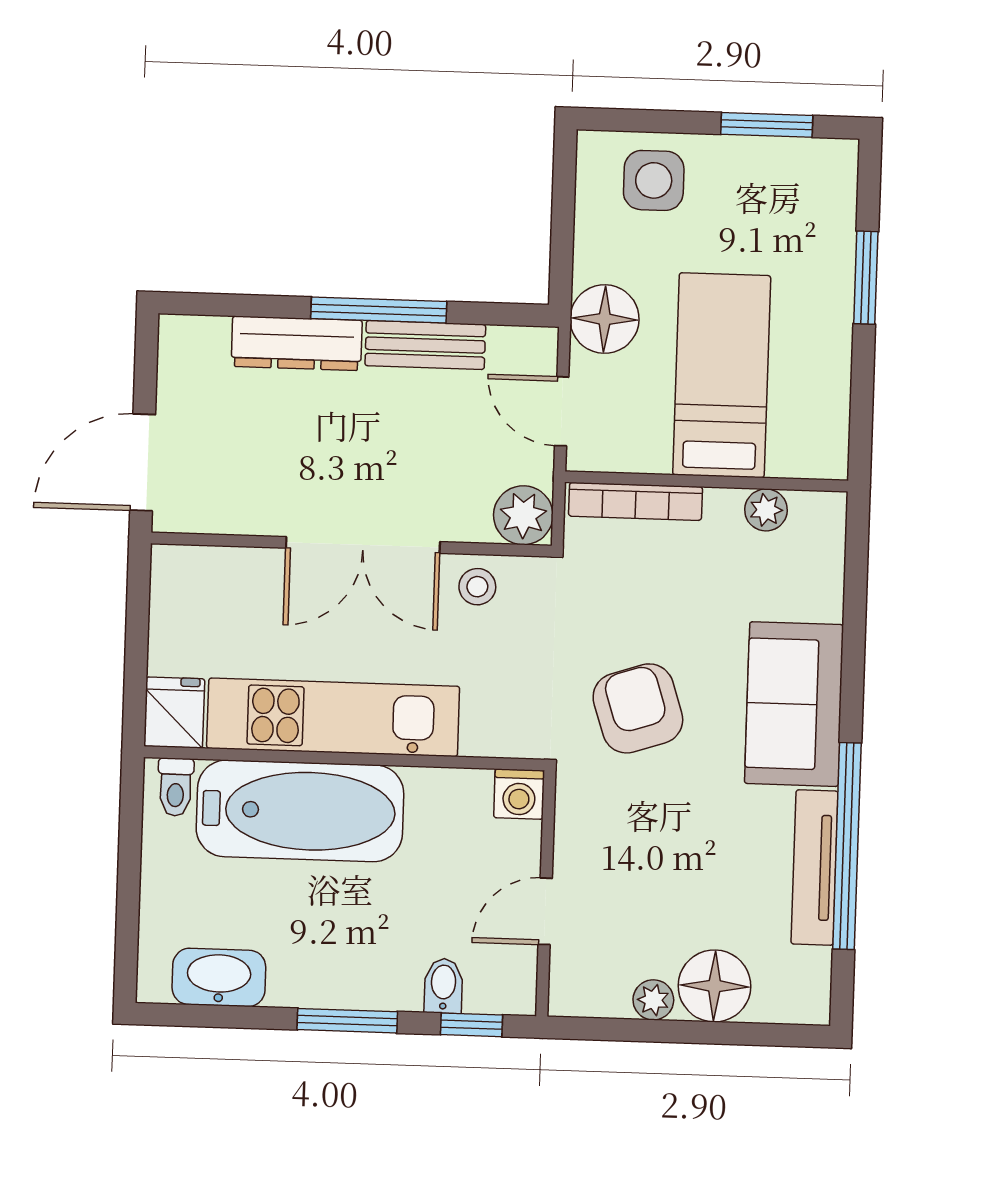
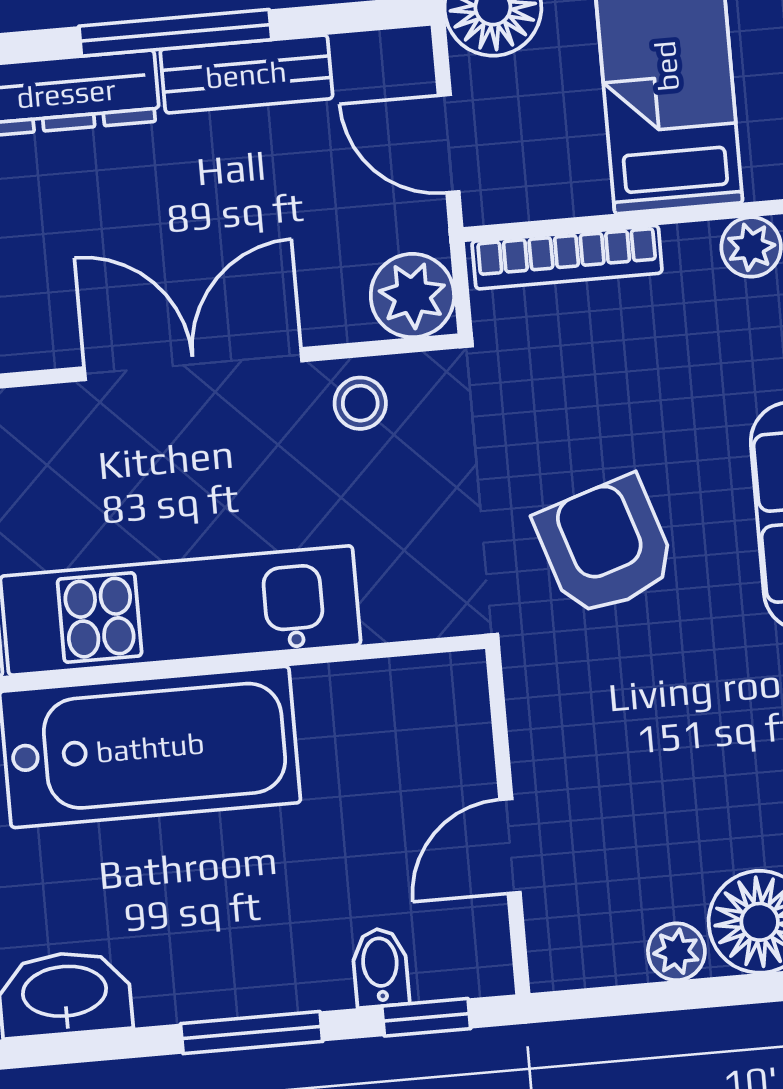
double door: (363, 545) -> (193, 364), swing flipped
washing machine: (519, 794) -> (454, 686), removed

